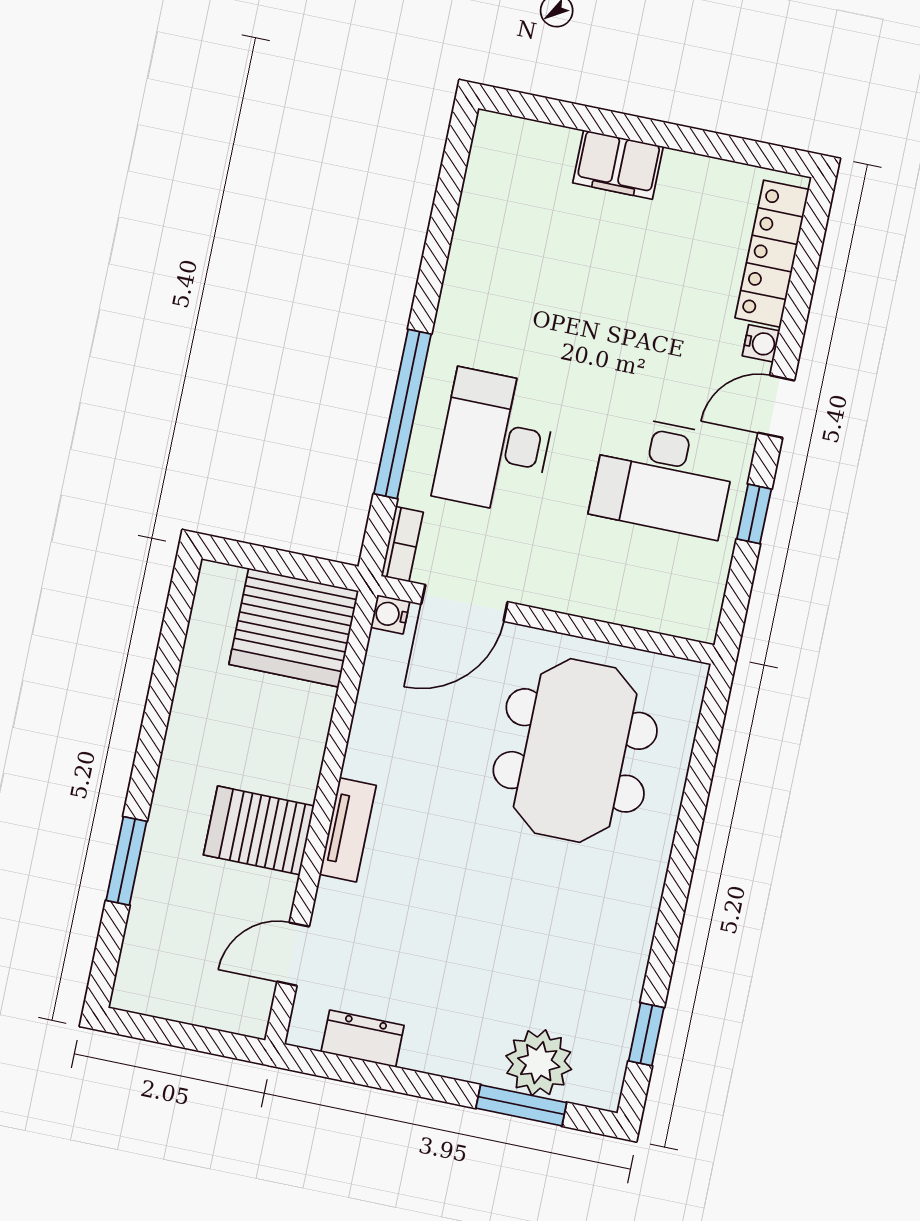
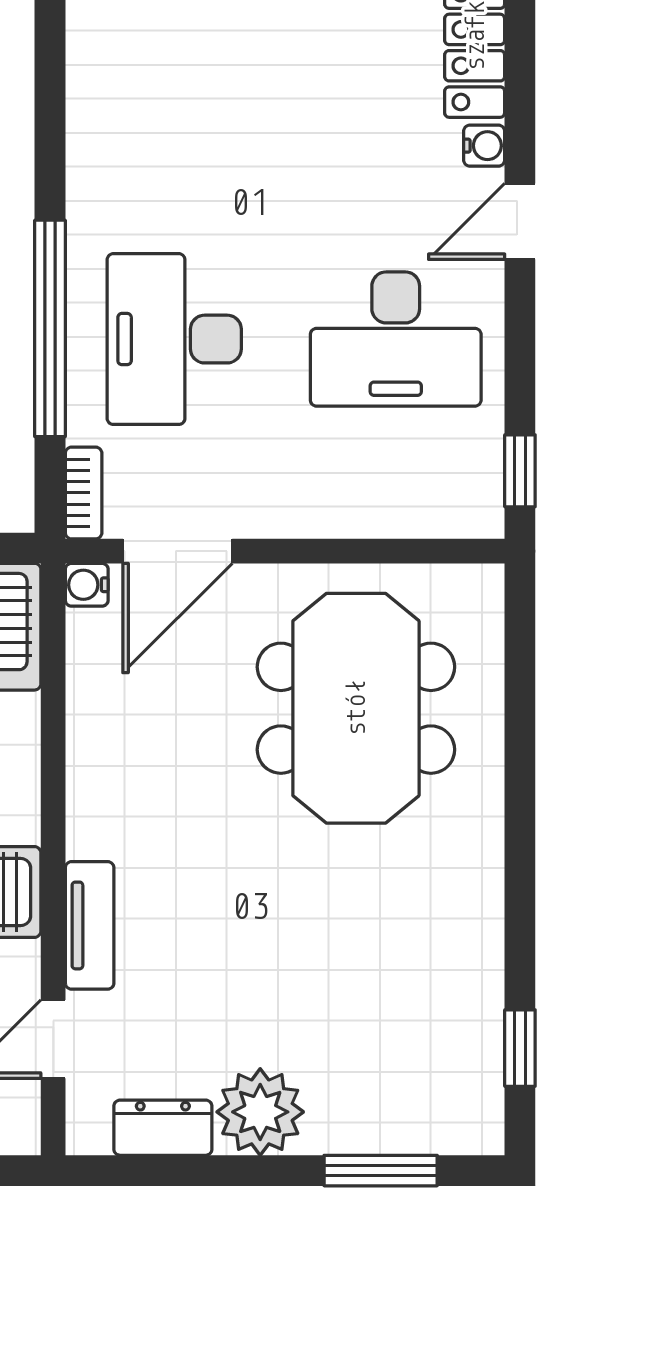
window: (754, 514) -> (520, 471), moved
tv unit: (348, 830) -> (90, 925), moved
plant: (539, 1063) -> (260, 1112), moved

